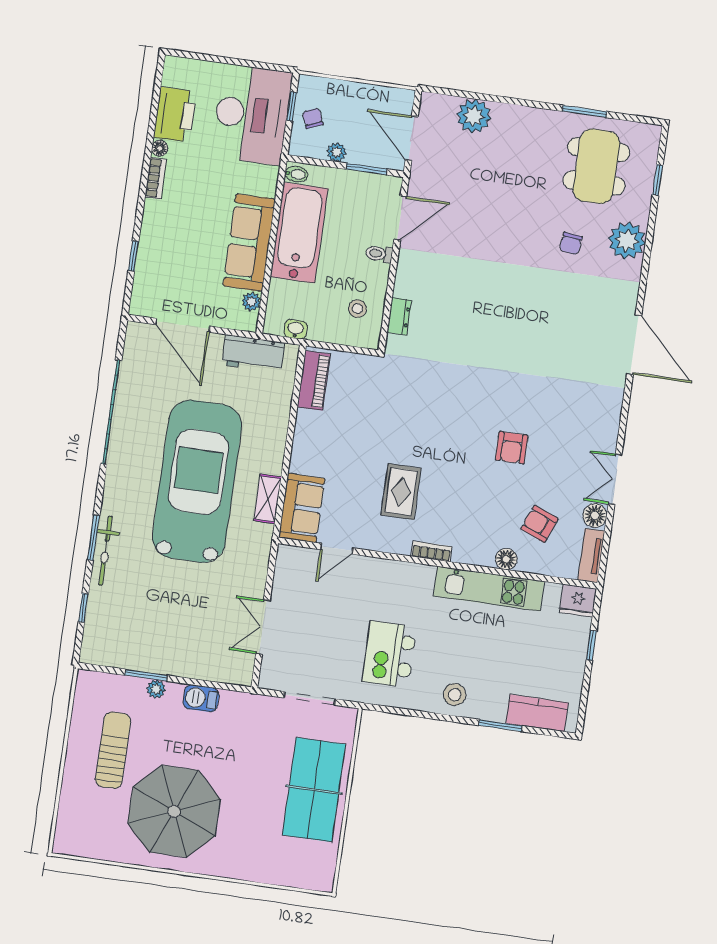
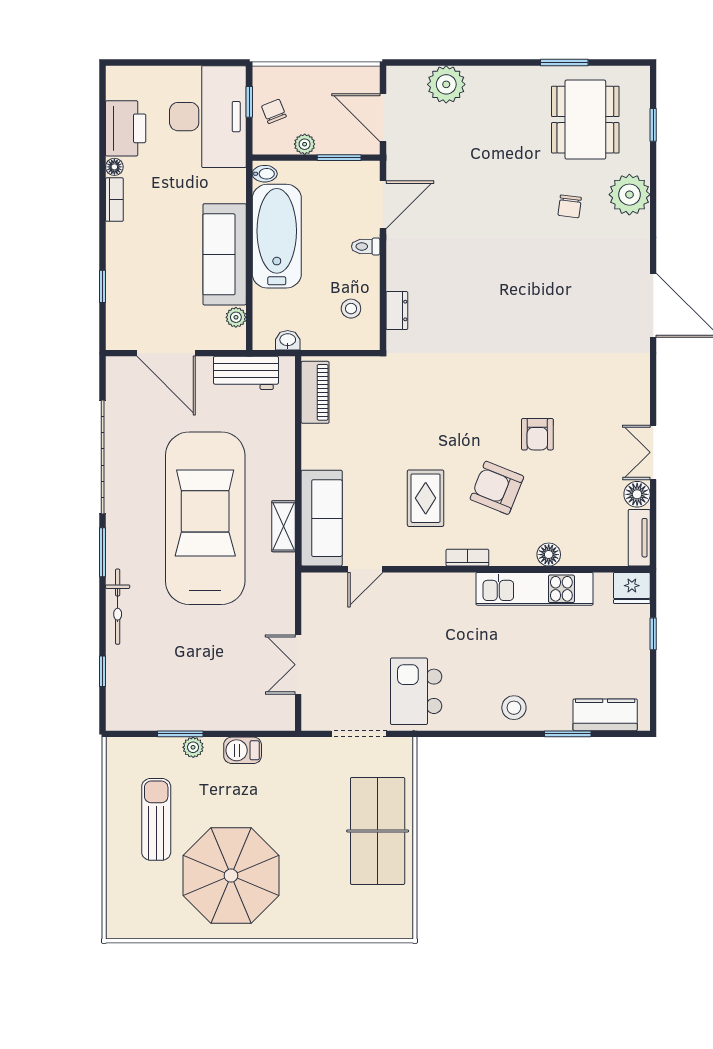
sofa: (302, 508) -> (322, 518), width x1.36
armchair: (539, 524) -> (497, 488), moved, width x1.38, depth x1.38
window: (93, 538) -> (103, 552), moved
kitchen island: (389, 654) -> (416, 691), moved

